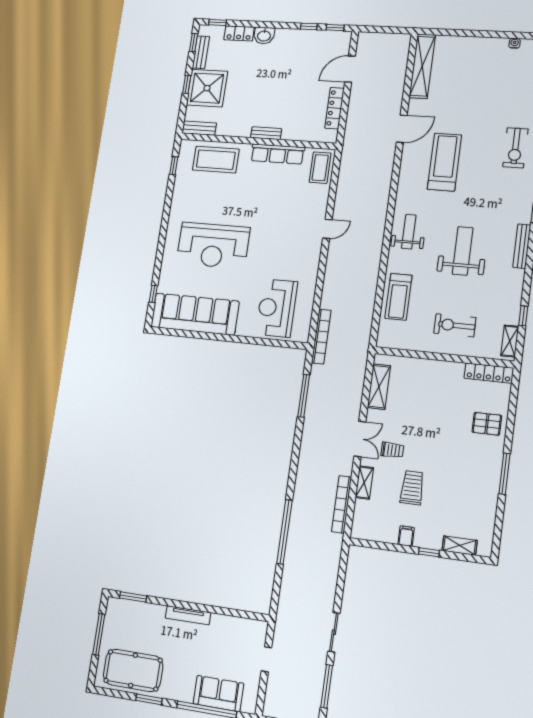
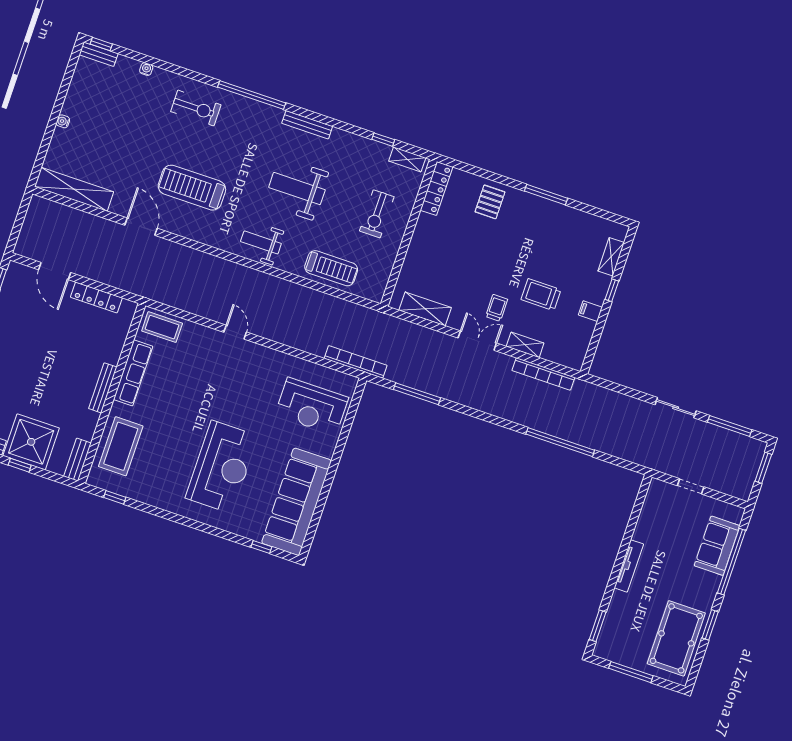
water cooler: (515, 43) -> (63, 121), moved
bench: (266, 133) -> (103, 388), width x1.36

